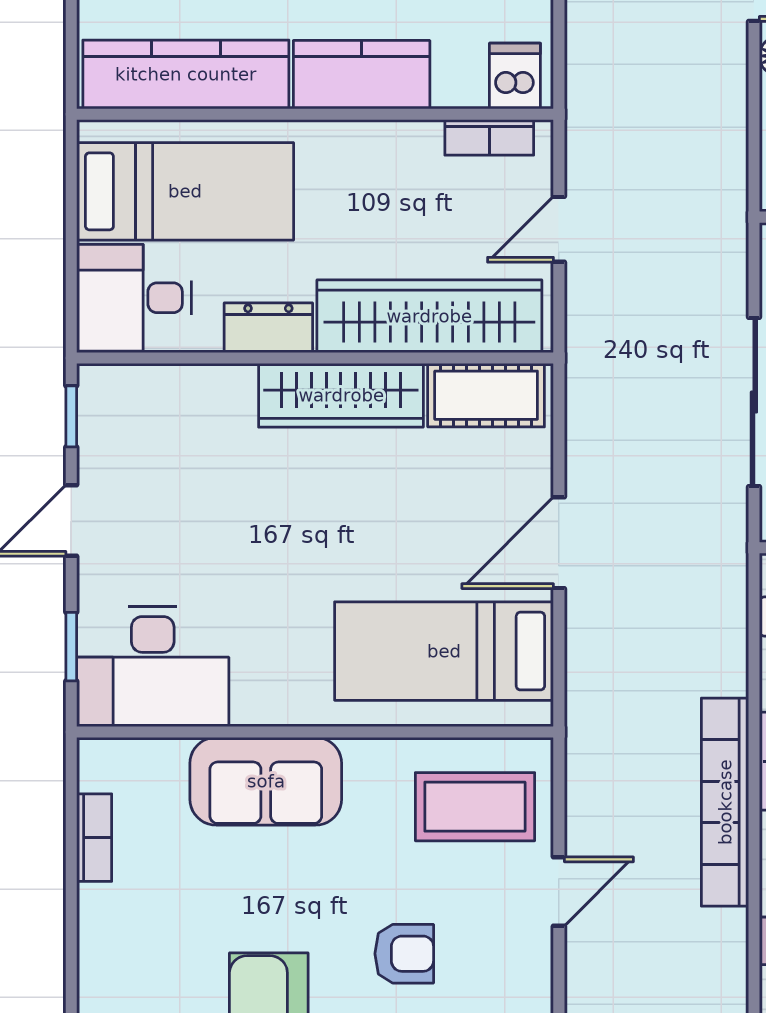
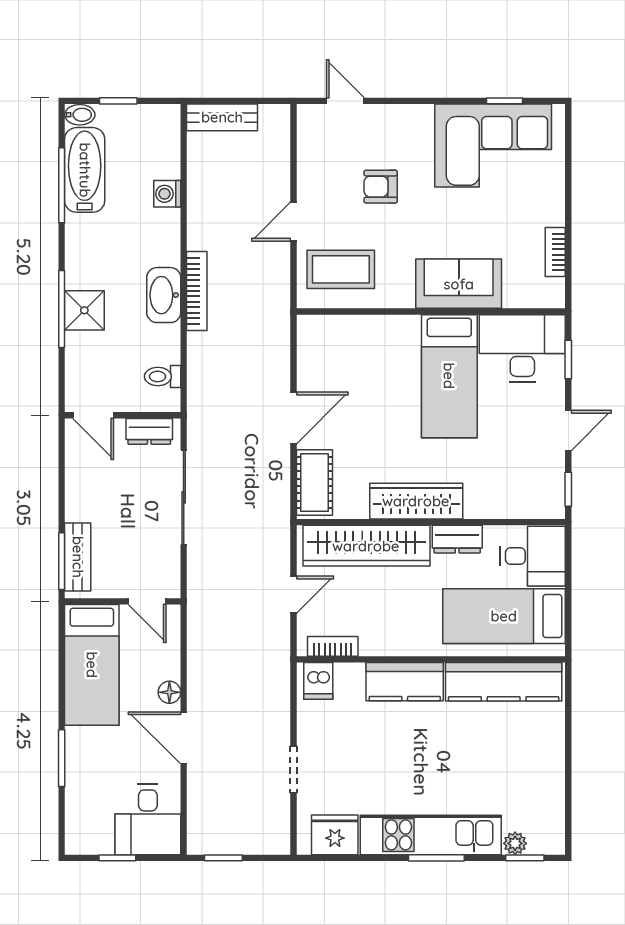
cot: (486, 395) -> (314, 482), moved, turned 90
bed: (444, 651) -> (449, 376), moved, turned 90
bookcase: (725, 802) -> (197, 291), width x0.68, depth x0.76

